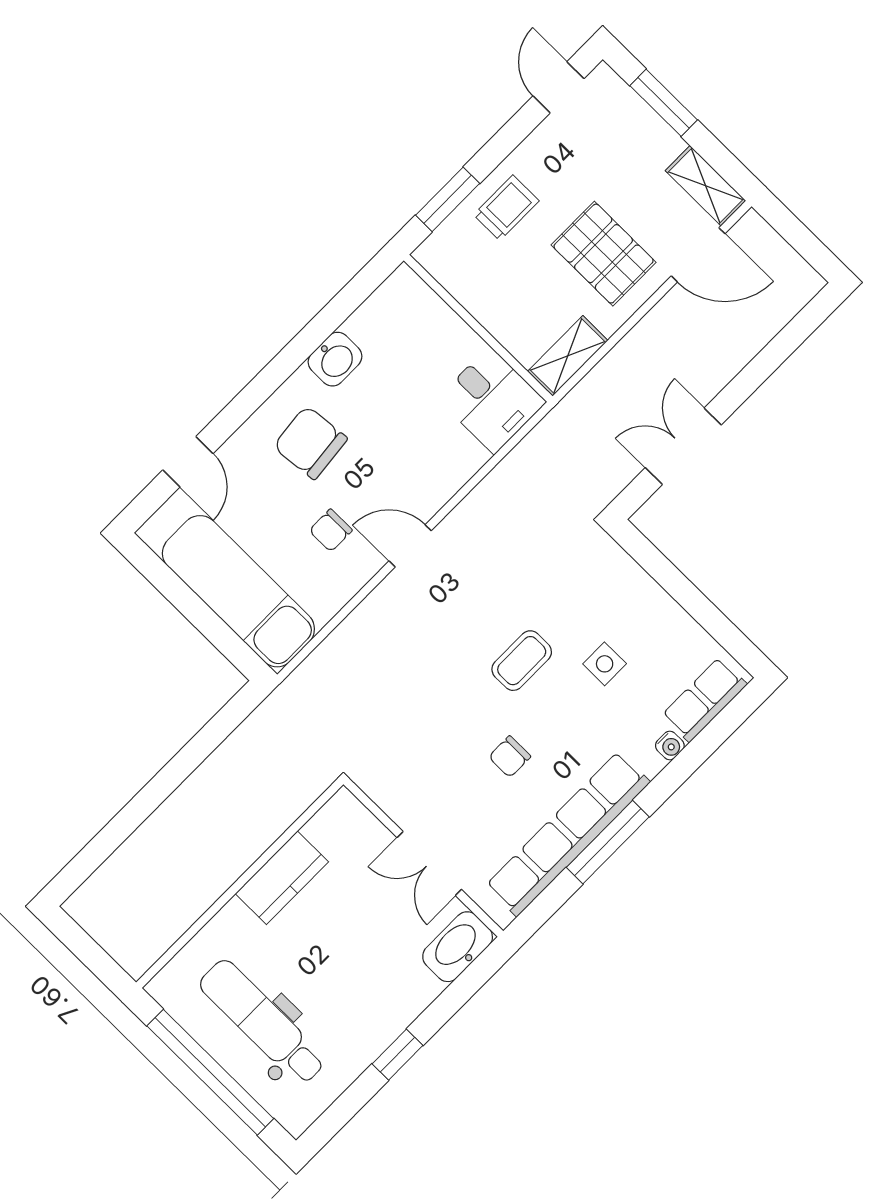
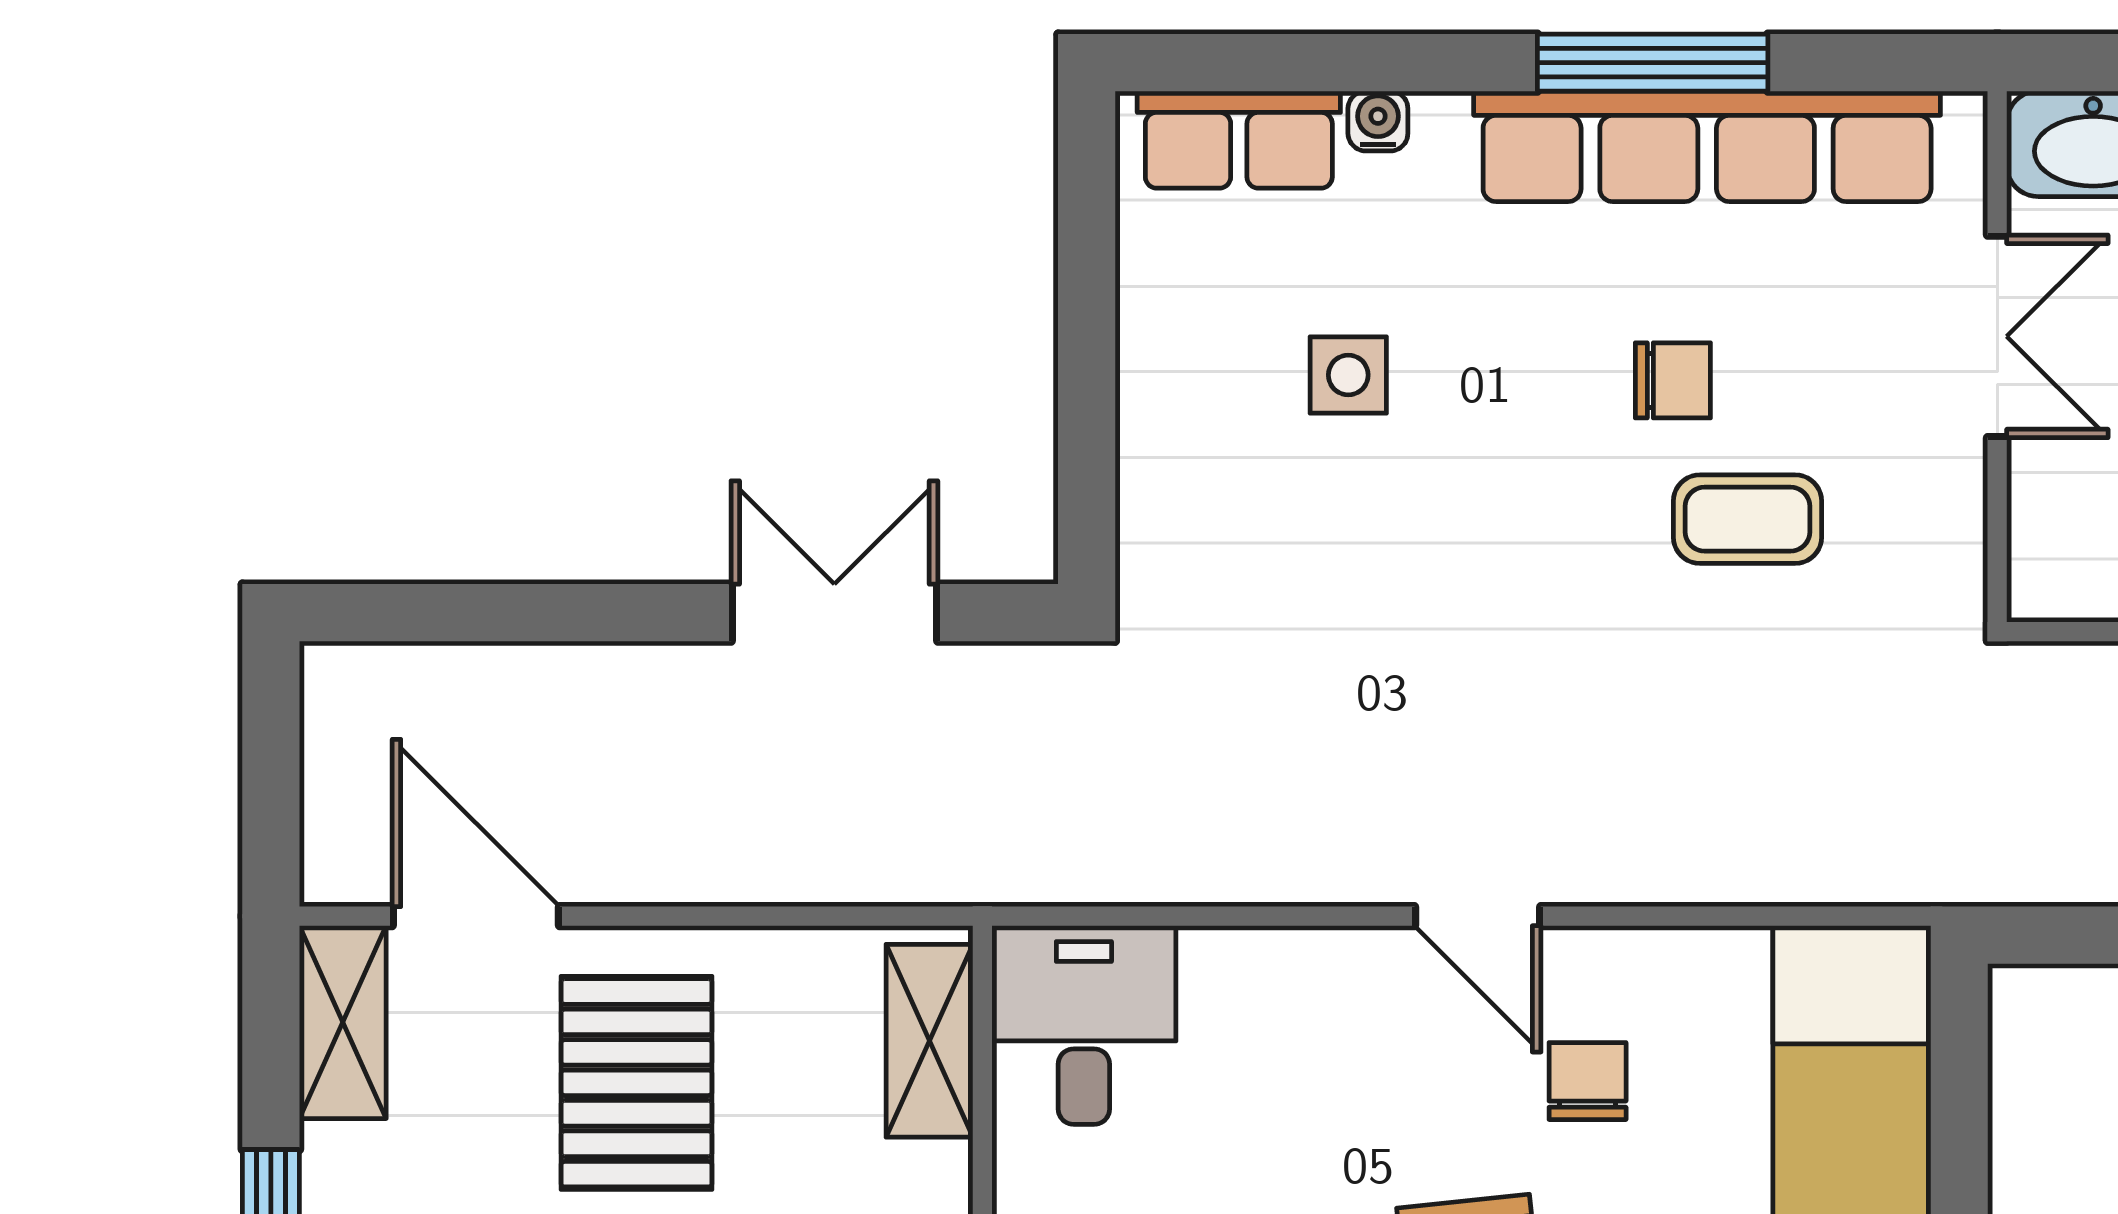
shelving: (568, 356) -> (929, 1041), moved, turned 90
double door: (683, 446) -> (834, 613), swing flipped
chair: (331, 530) -> (1588, 1081), turned -90
coffee table: (522, 661) -> (1748, 519), moved

